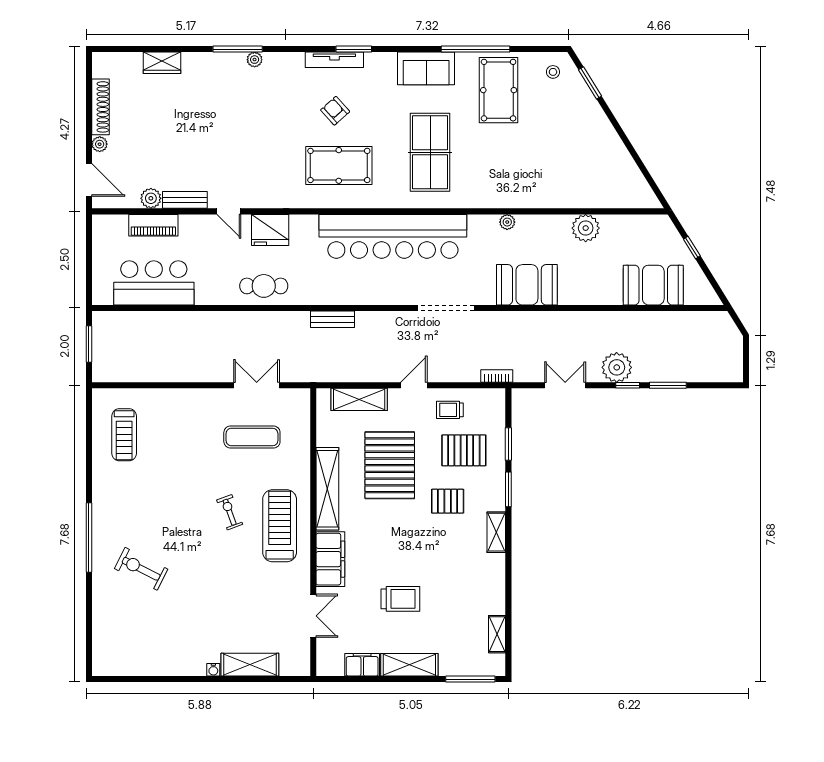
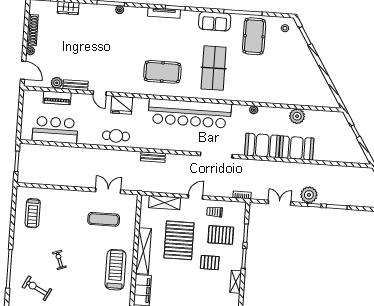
armchair: (335, 111) -> (162, 41), removed
booth: (653, 285) -> (296, 148), moved
exercise bike: (230, 512) -> (59, 260), moved

